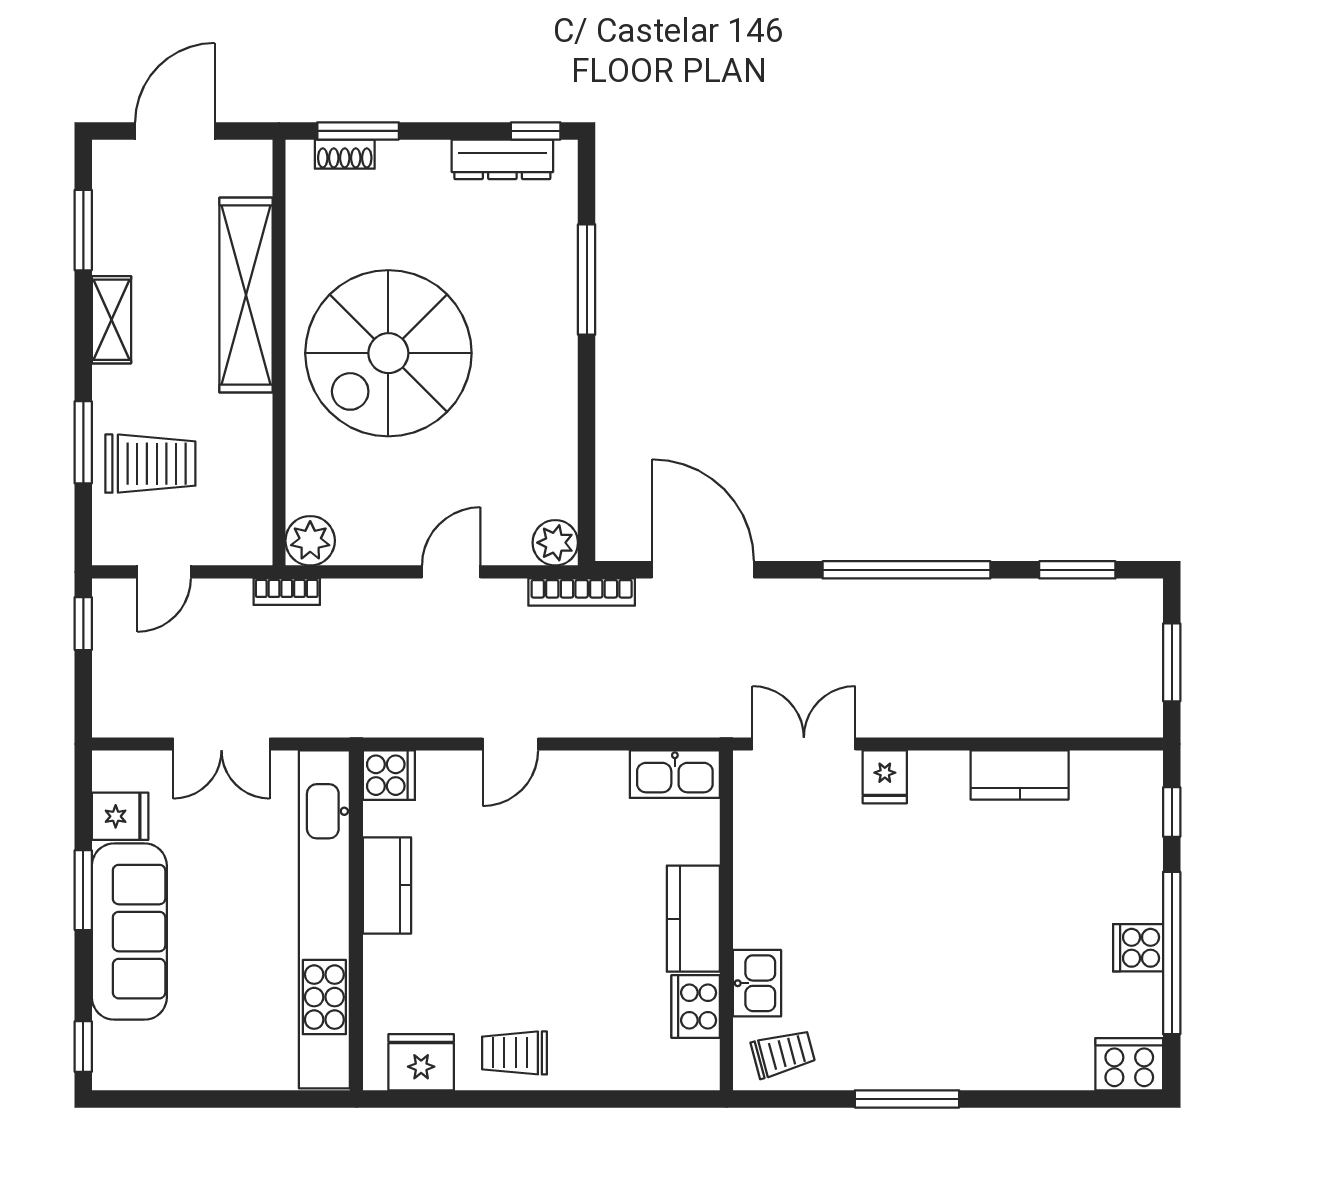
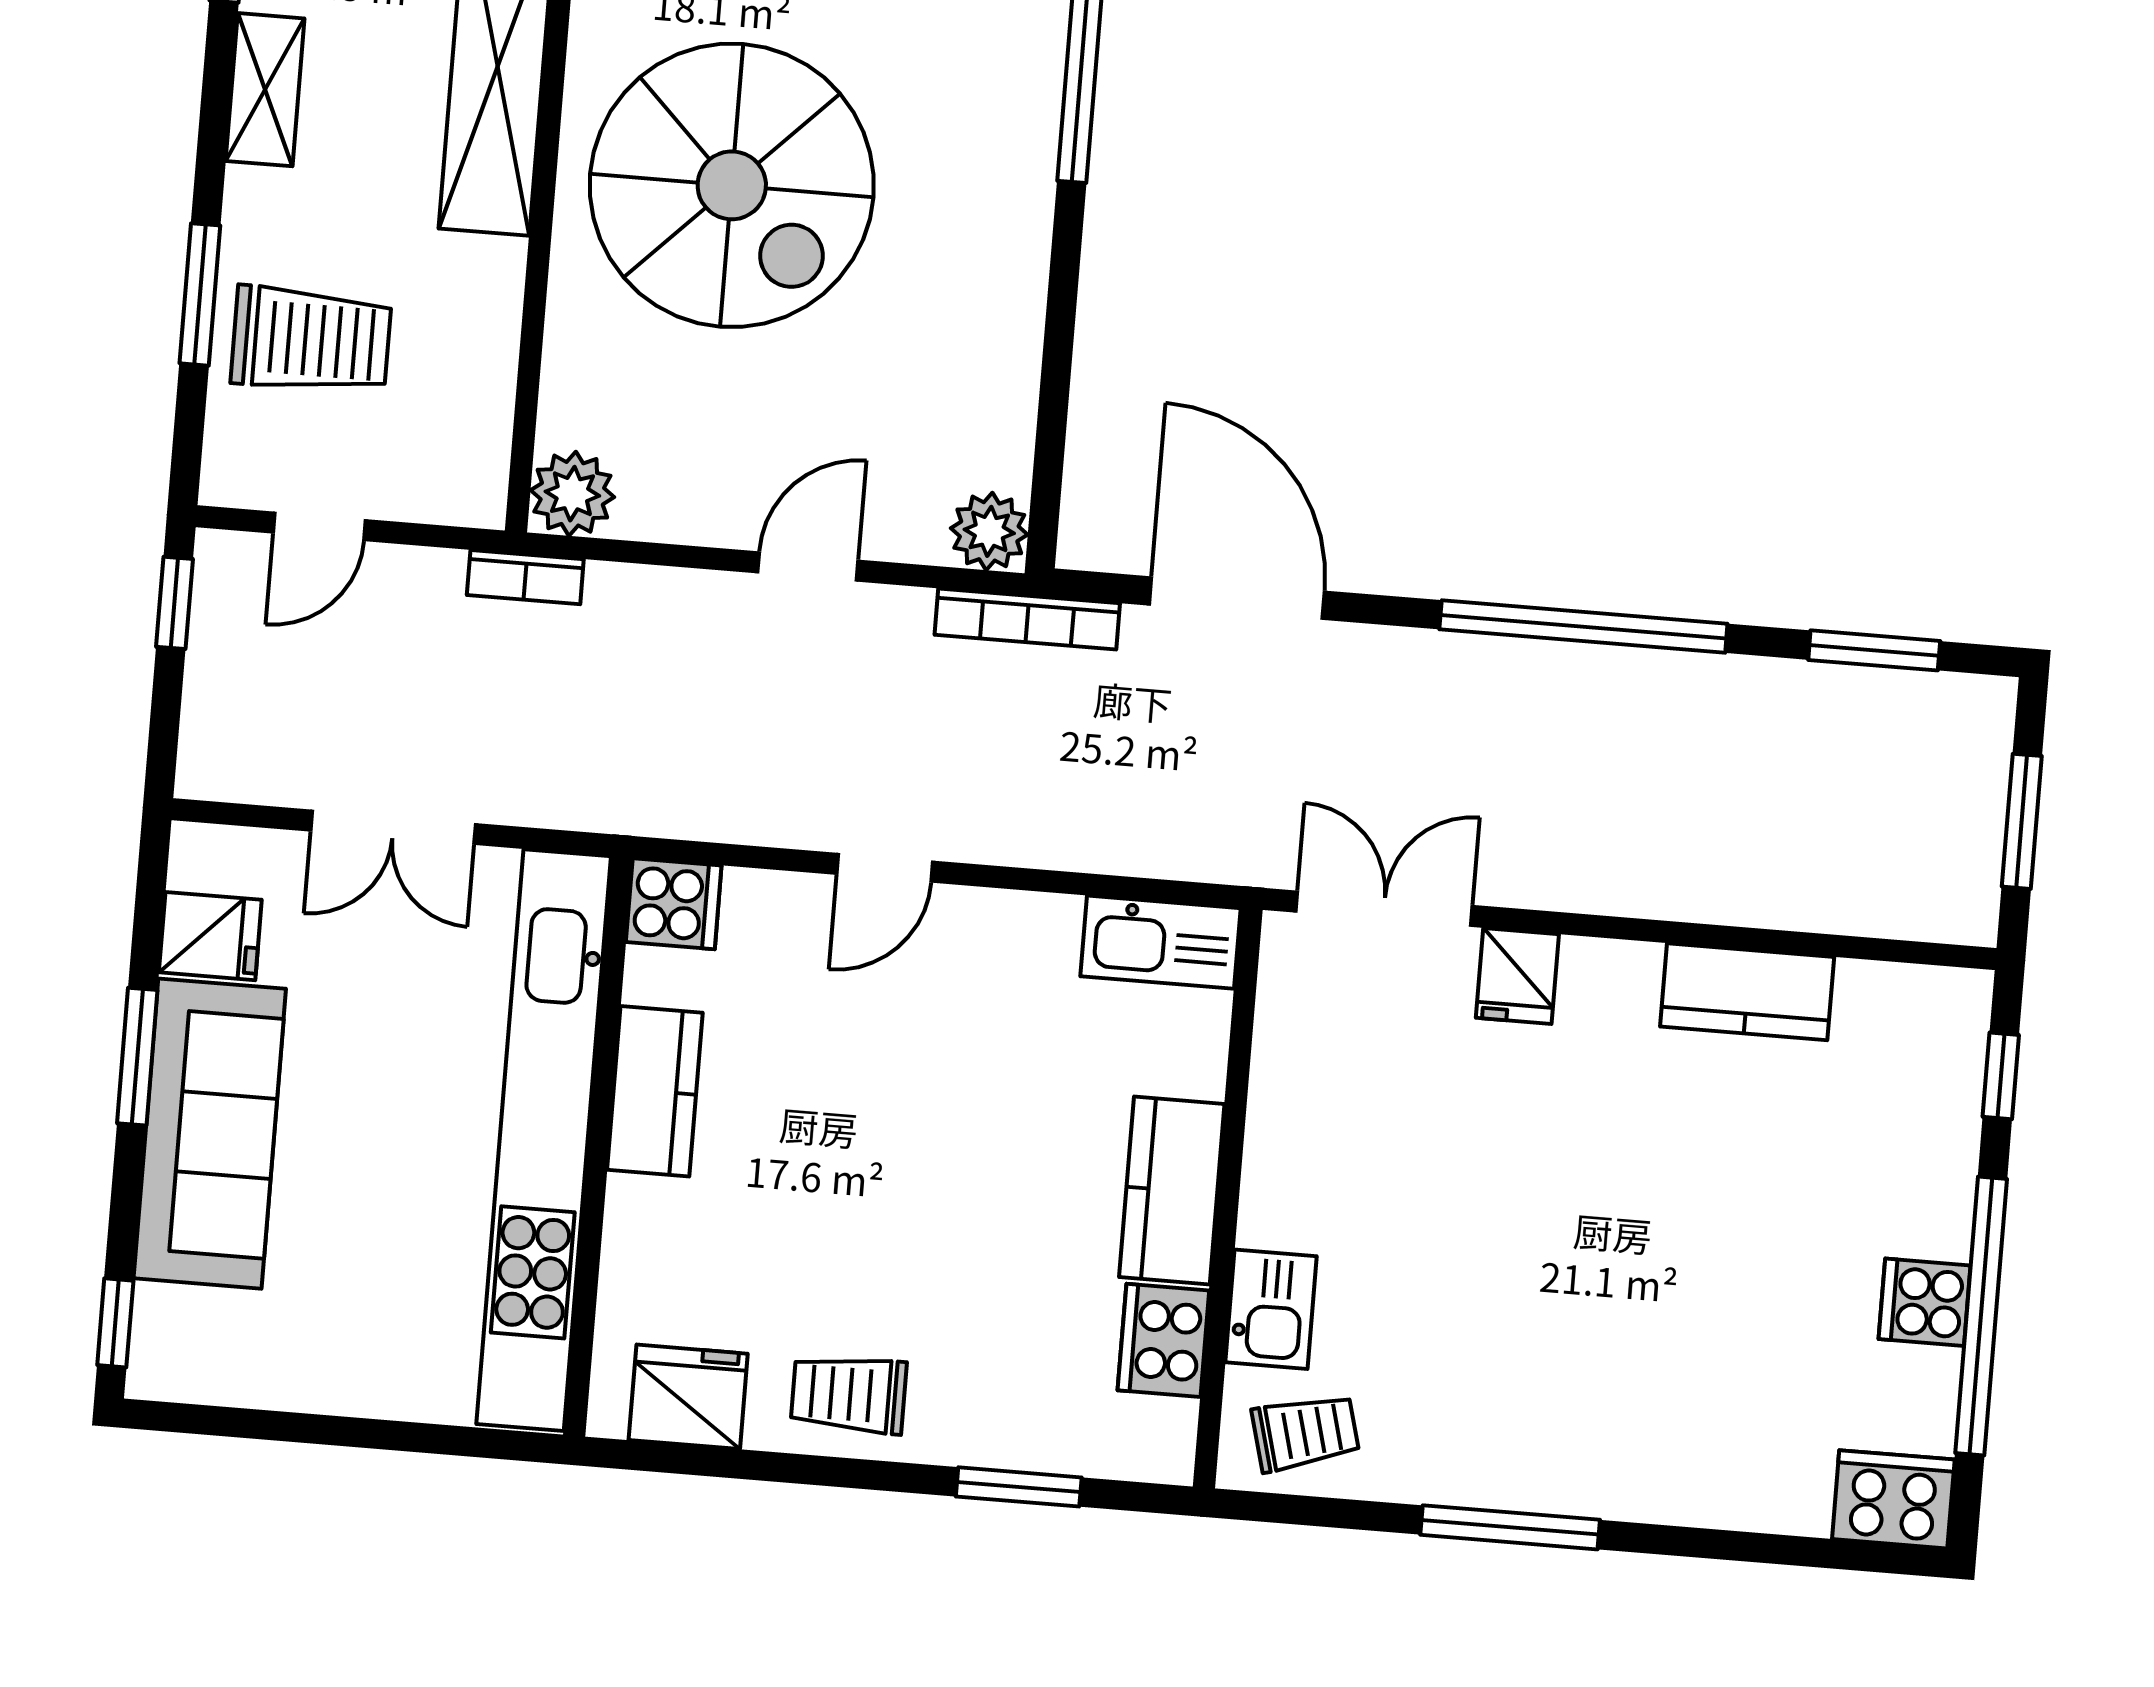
spiral stairs: (388, 353) -> (732, 185), turned -90
window: (618, 1099) -> (1019, 1487), added

